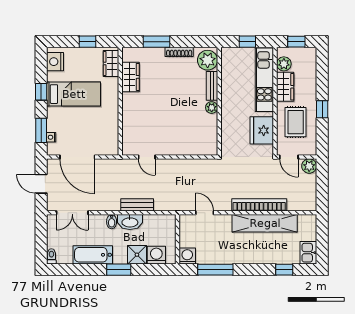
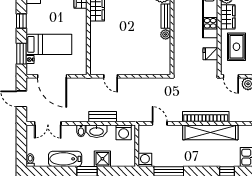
bed: (74, 94) -> (49, 44), moved
fridge: (262, 130) -> (210, 54), width x0.53, depth x0.75
washing machine: (156, 255) -> (124, 132), moved, turned 180

